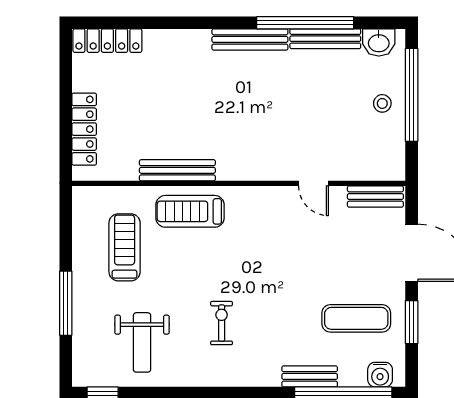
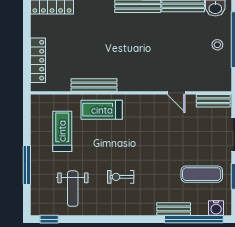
exercise bike: (222, 323) -> (121, 177), turned -90

